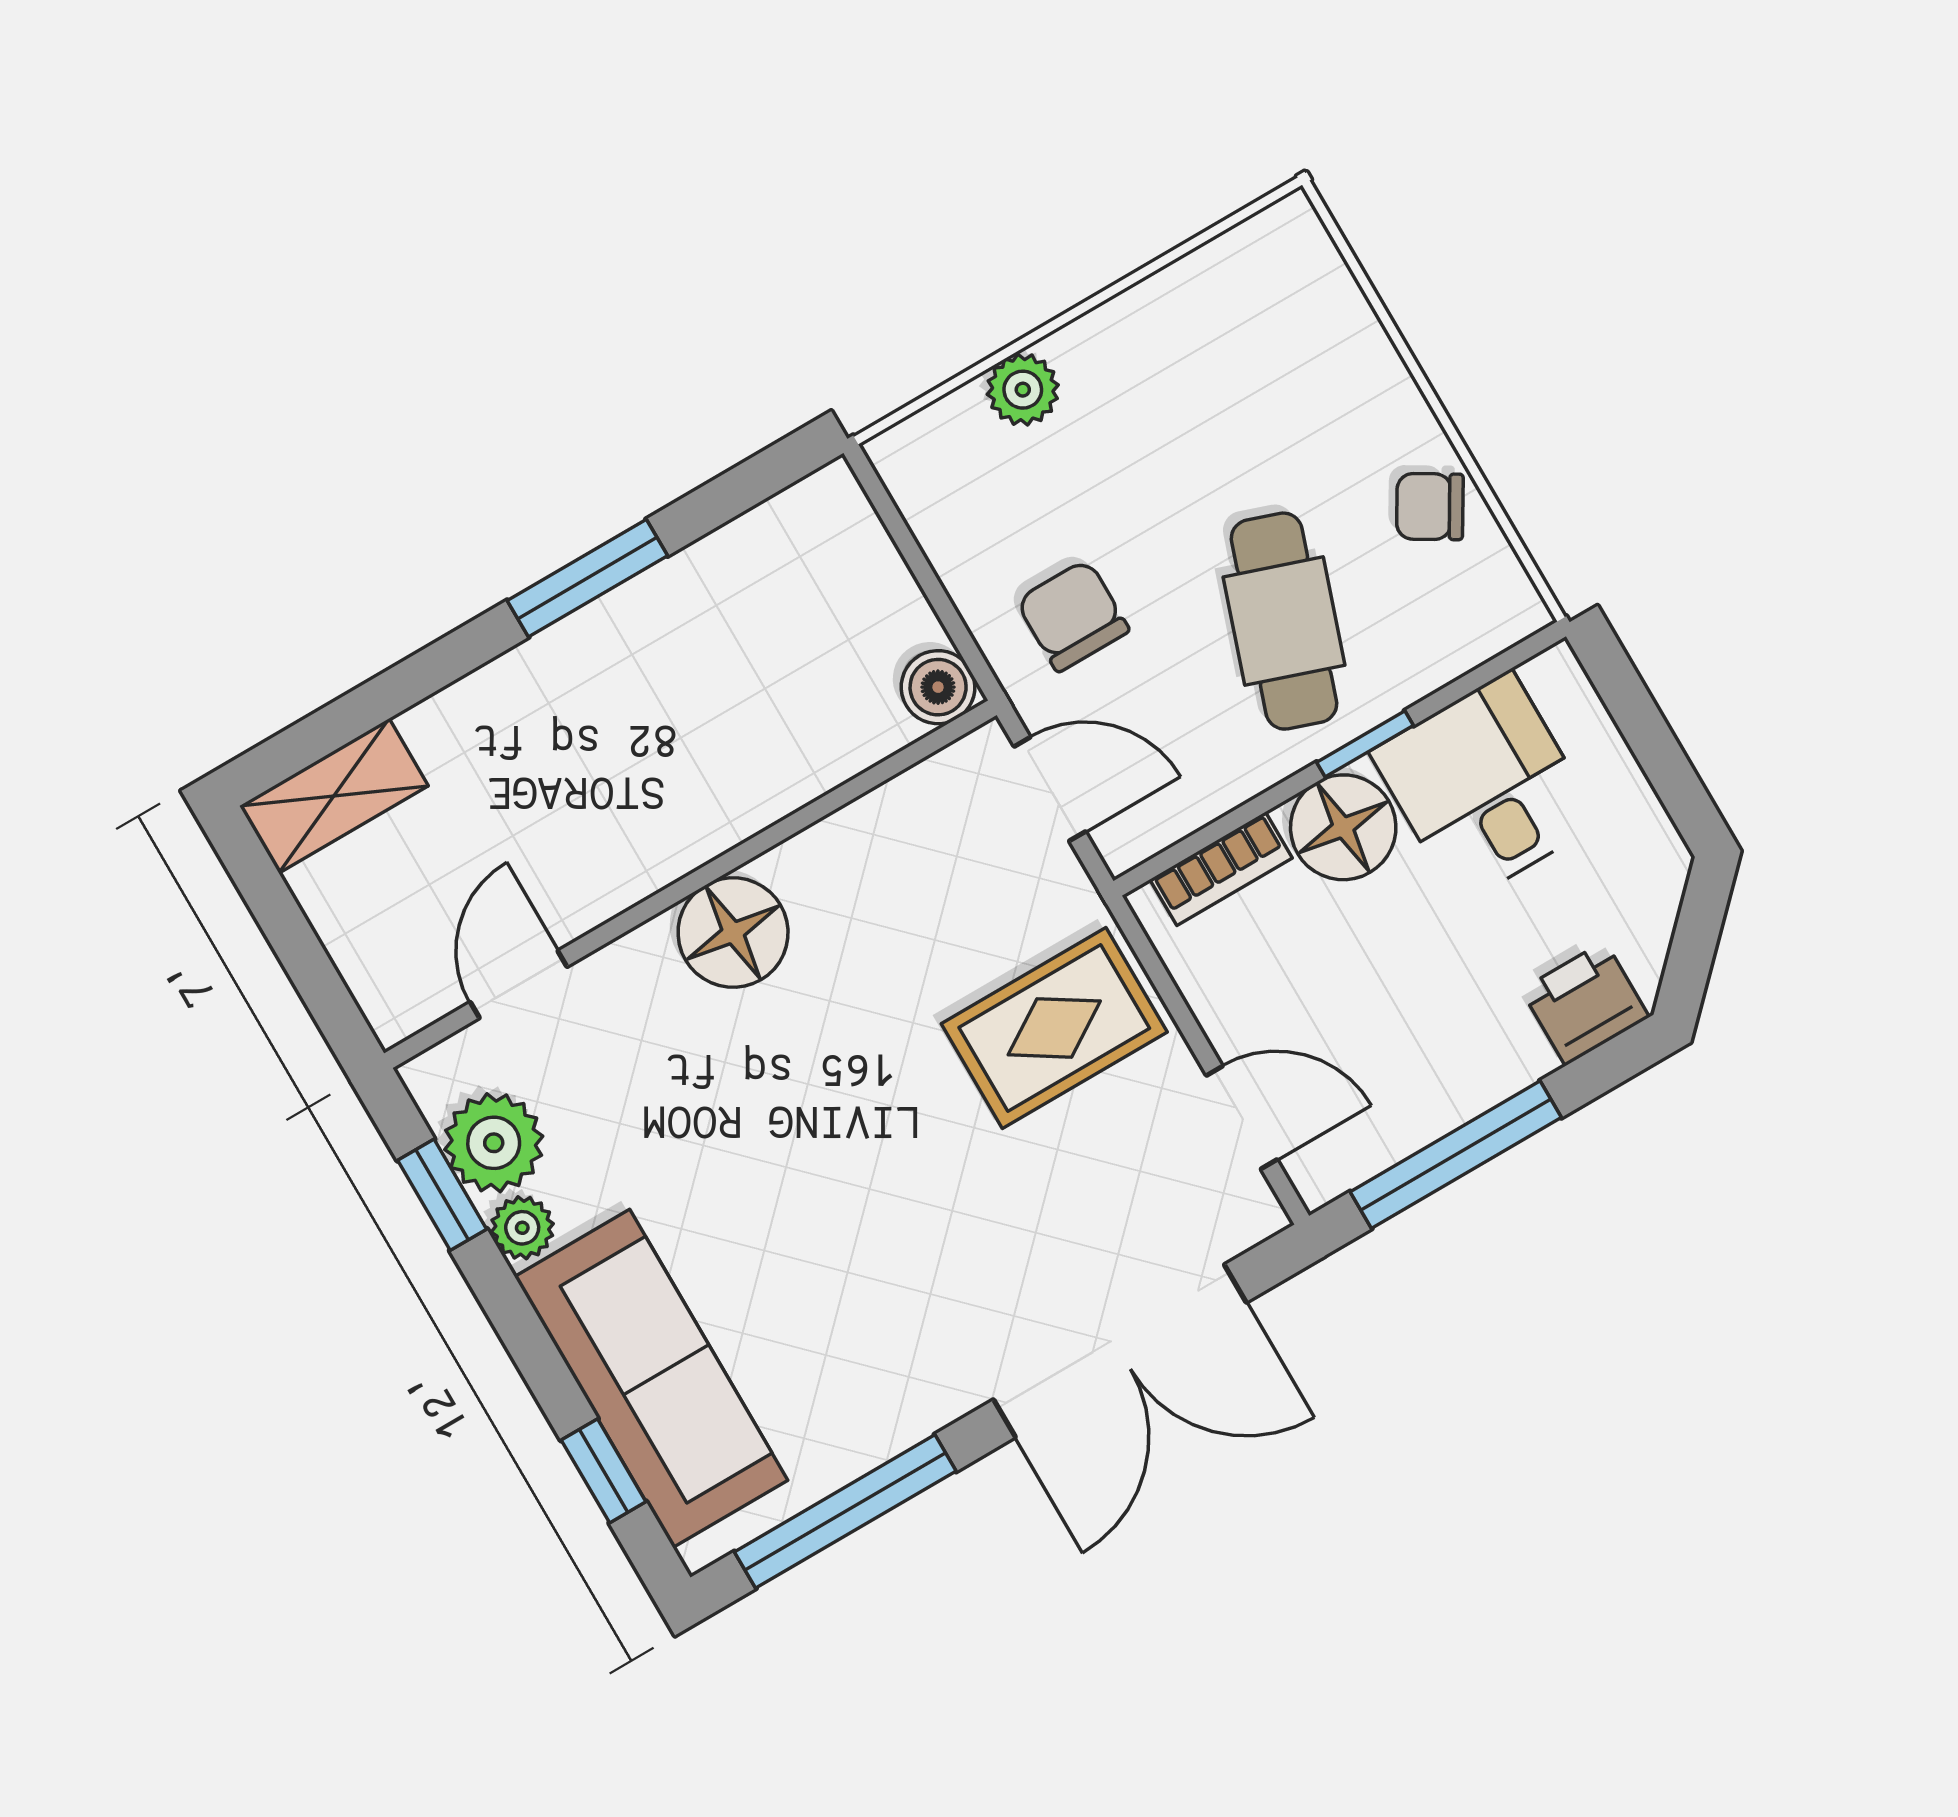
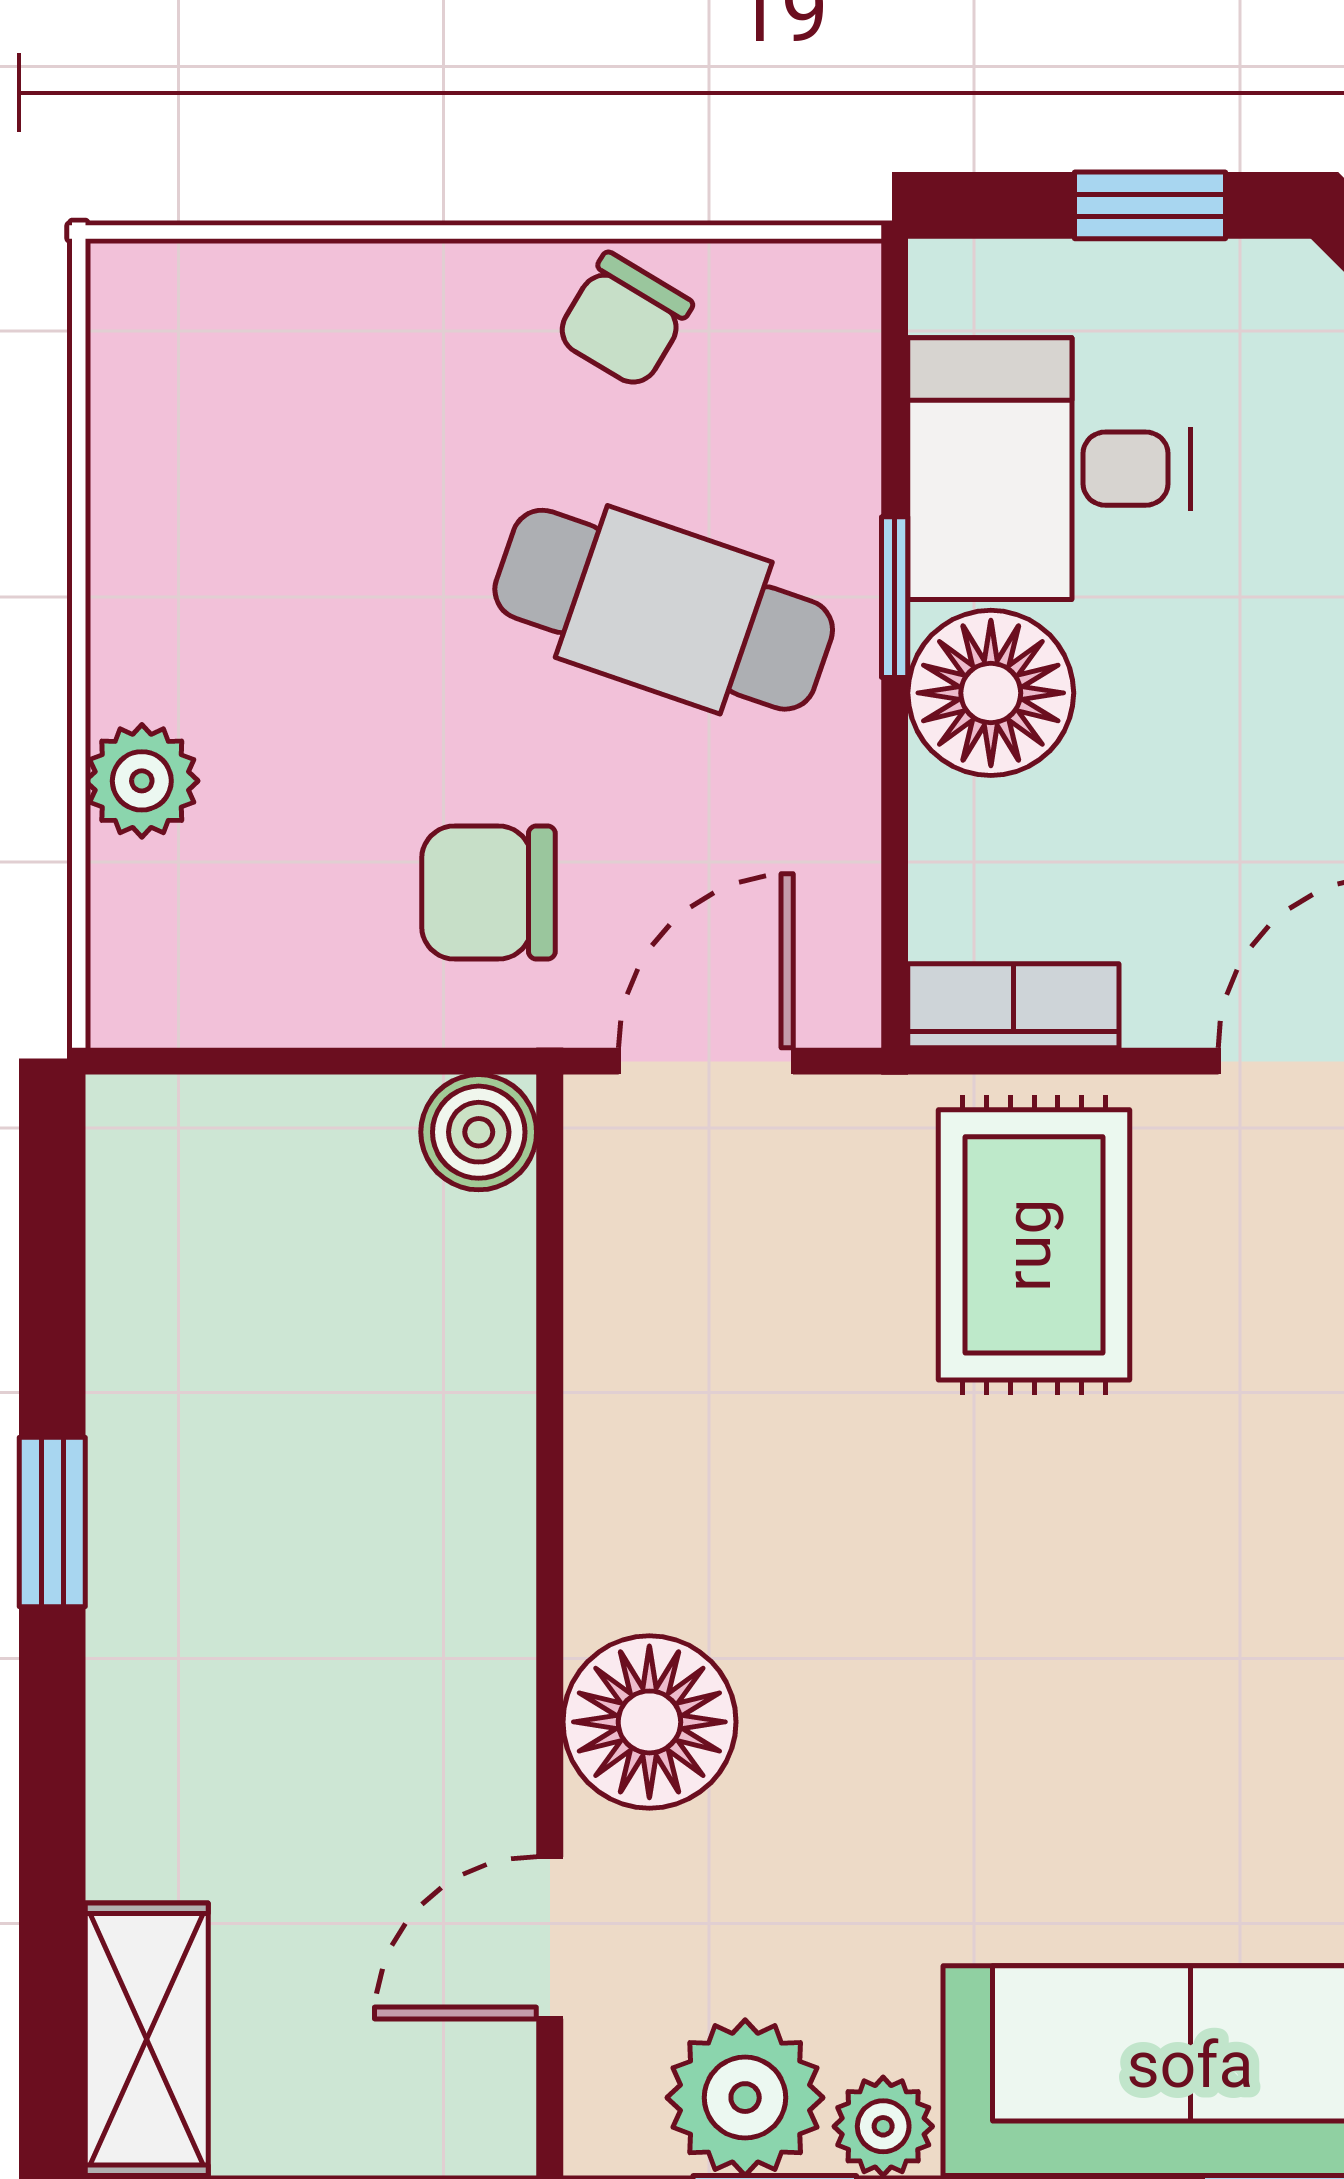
window: (587, 578) -> (52, 1522), width x0.67
window: (1662, 758) -> (1150, 205), added
bookcase: (1221, 869) -> (1013, 1006), moved, turned -90
floor lamp: (733, 933) -> (649, 1722), moved
door: (519, 984) -> (550, 1938), hinge flipped

